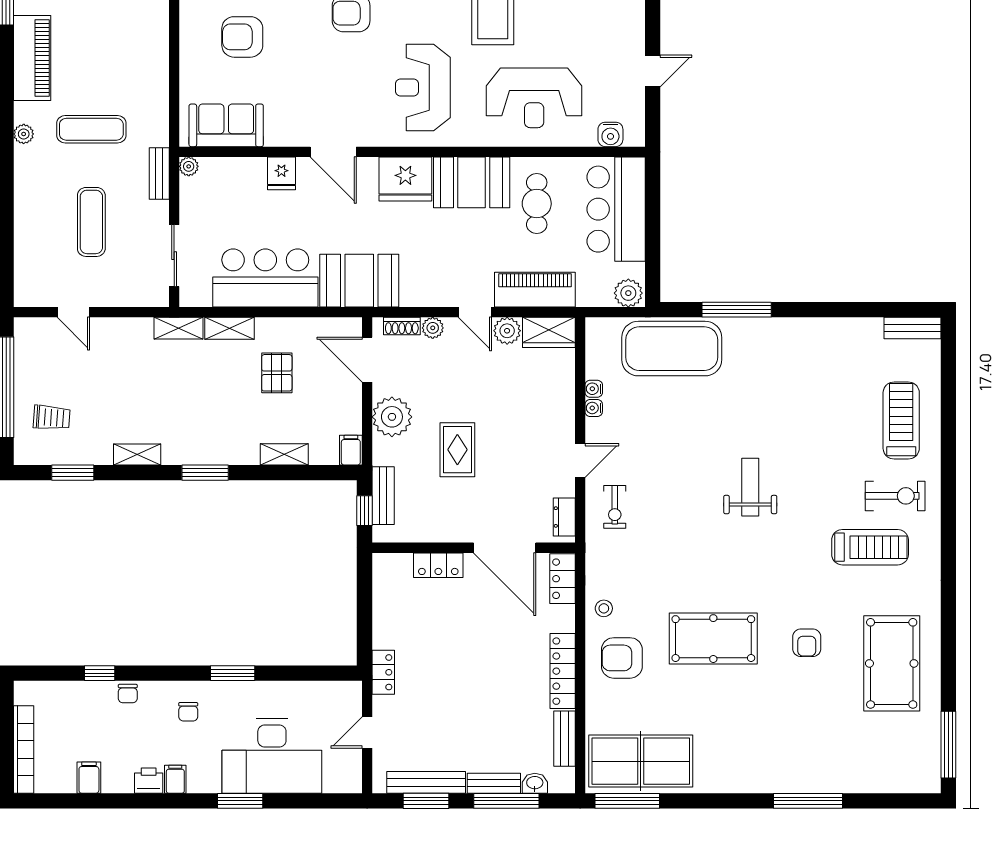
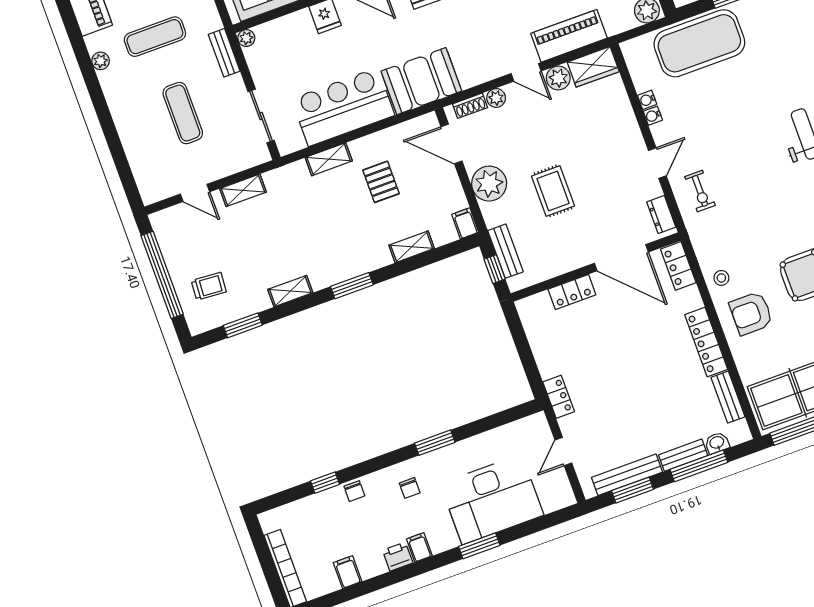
shelving: (179, 328) -> (243, 190), moved

